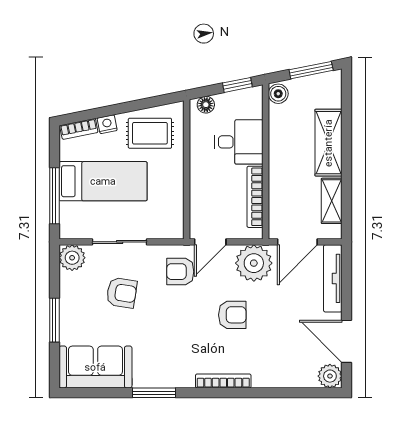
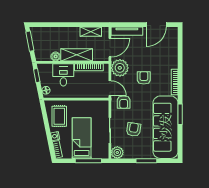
boiler: (278, 94) -> (56, 56), moved
shelving: (328, 143) -> (77, 55), moved
door: (297, 242) -> (110, 48), hinge flipped
sofa: (95, 367) -> (165, 127), width x1.85, depth x1.27
plant: (330, 376) -> (172, 32), removed

